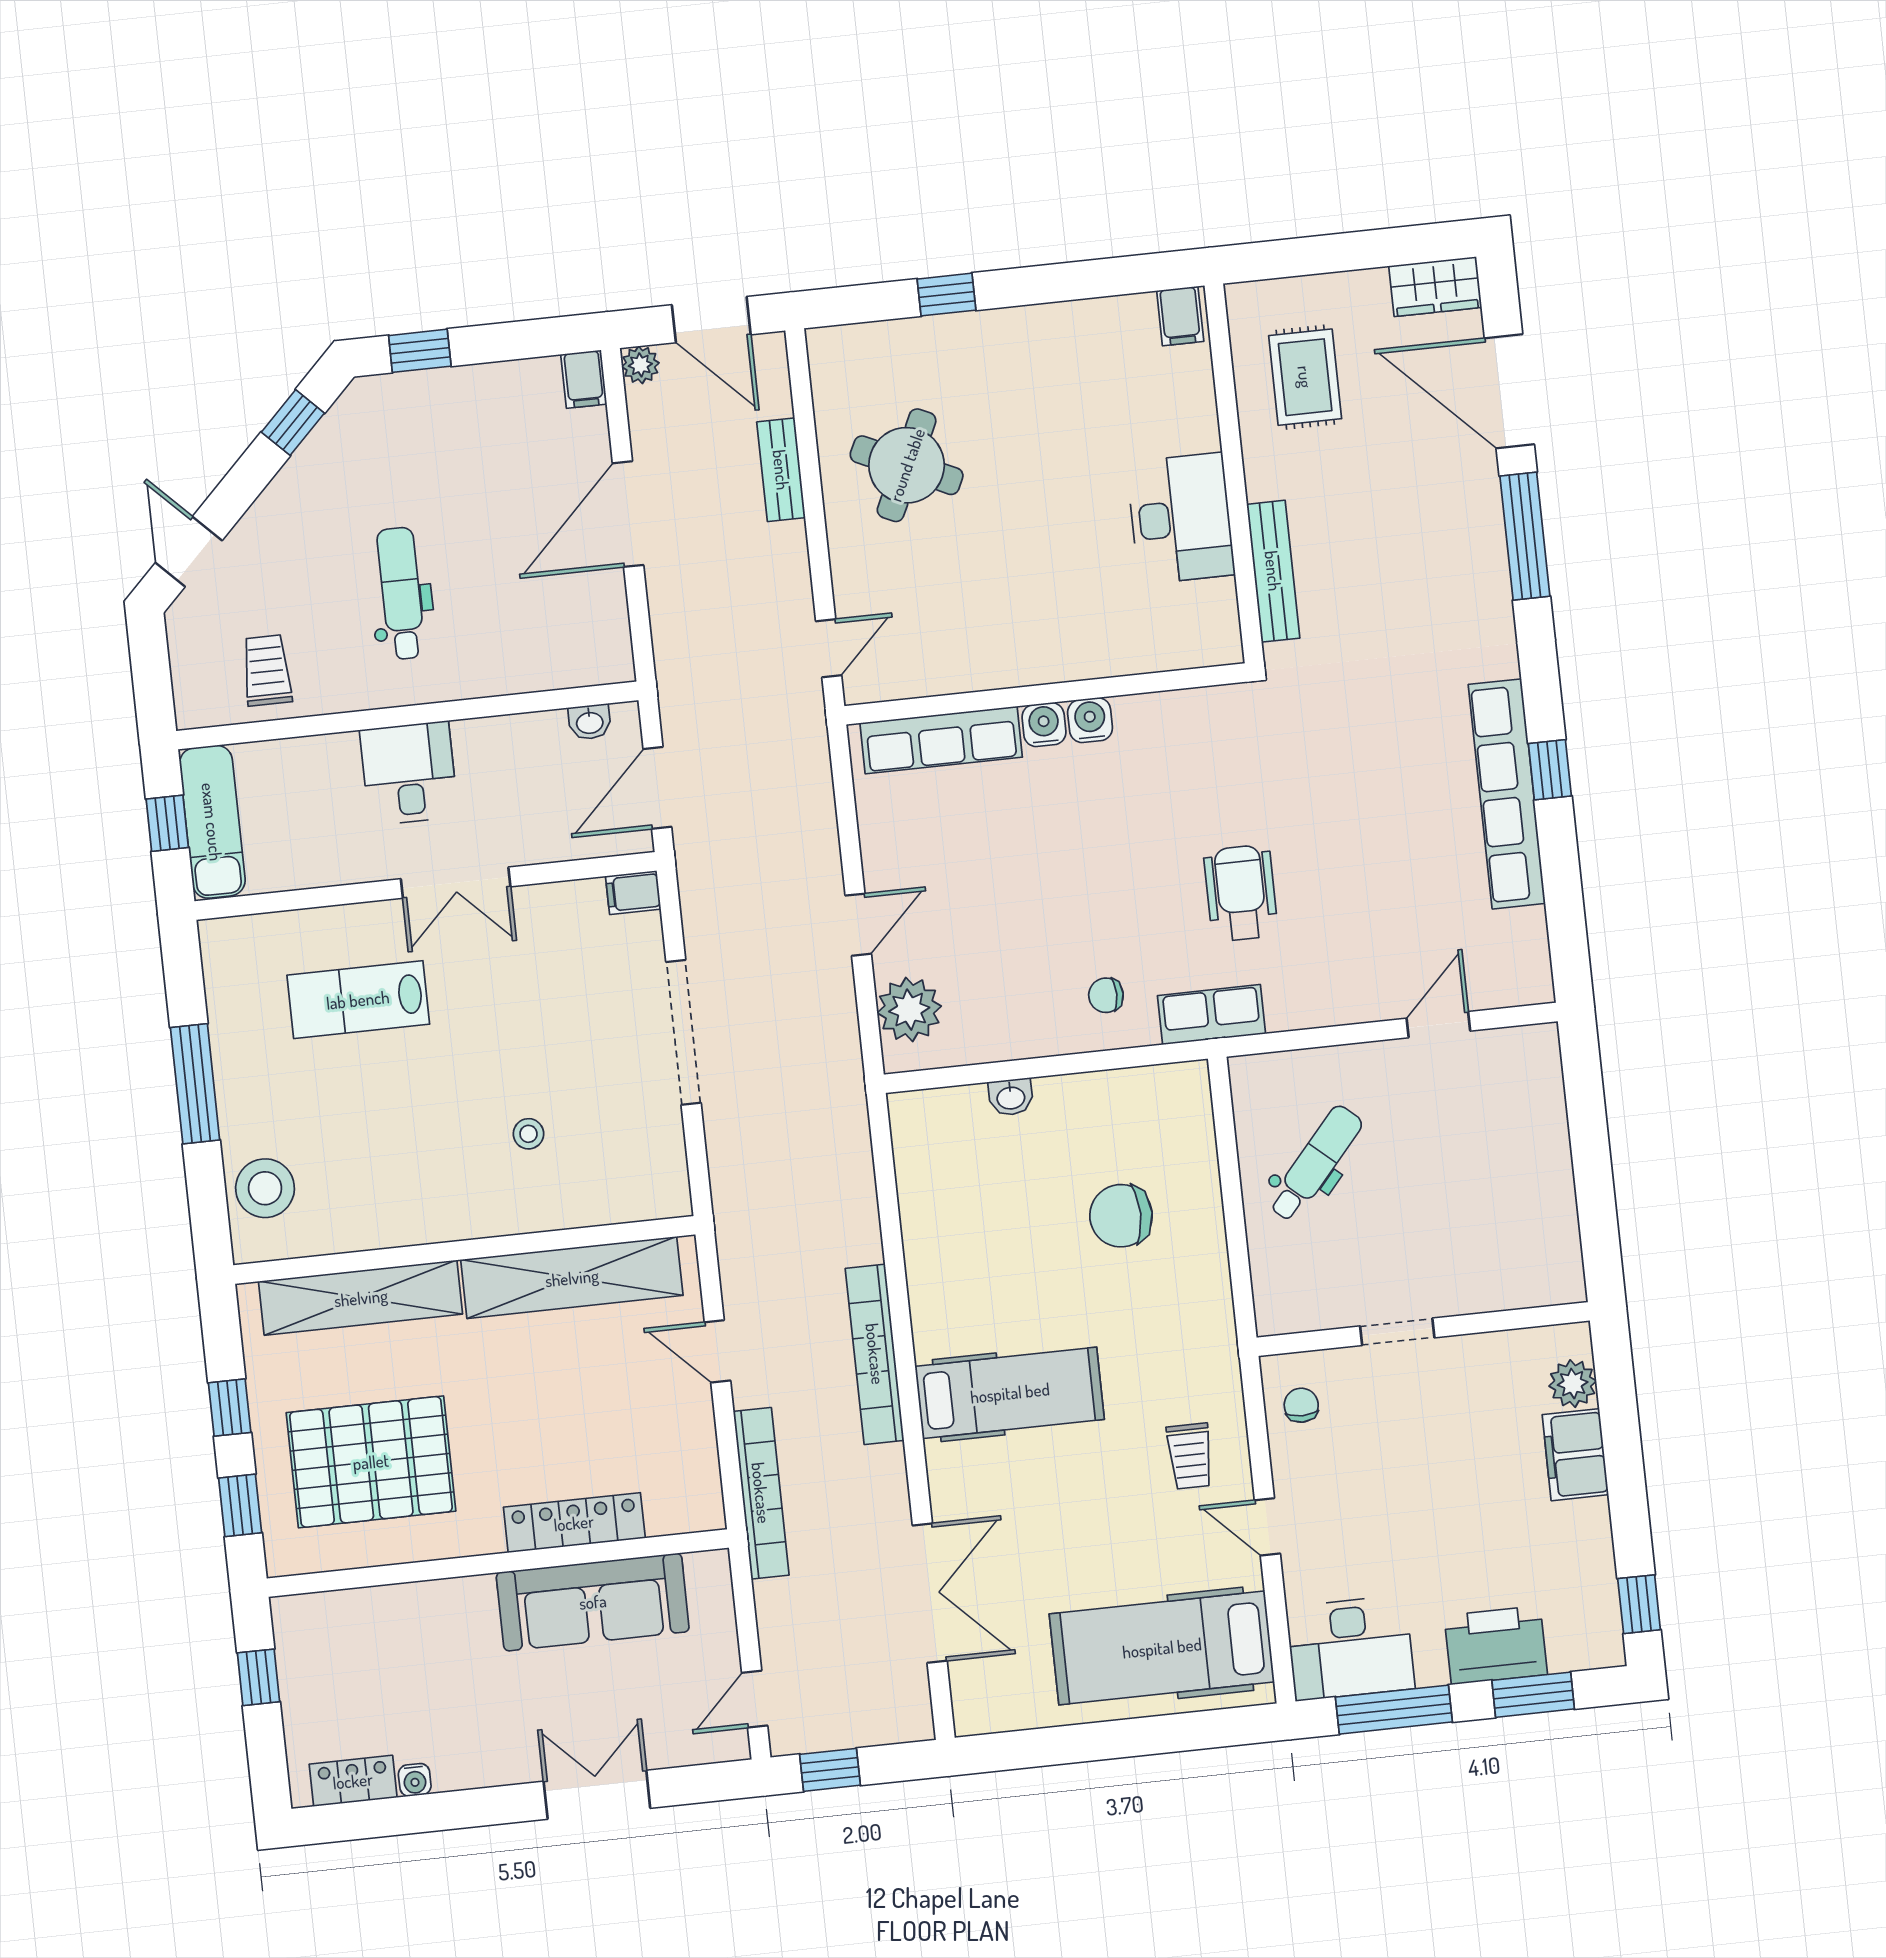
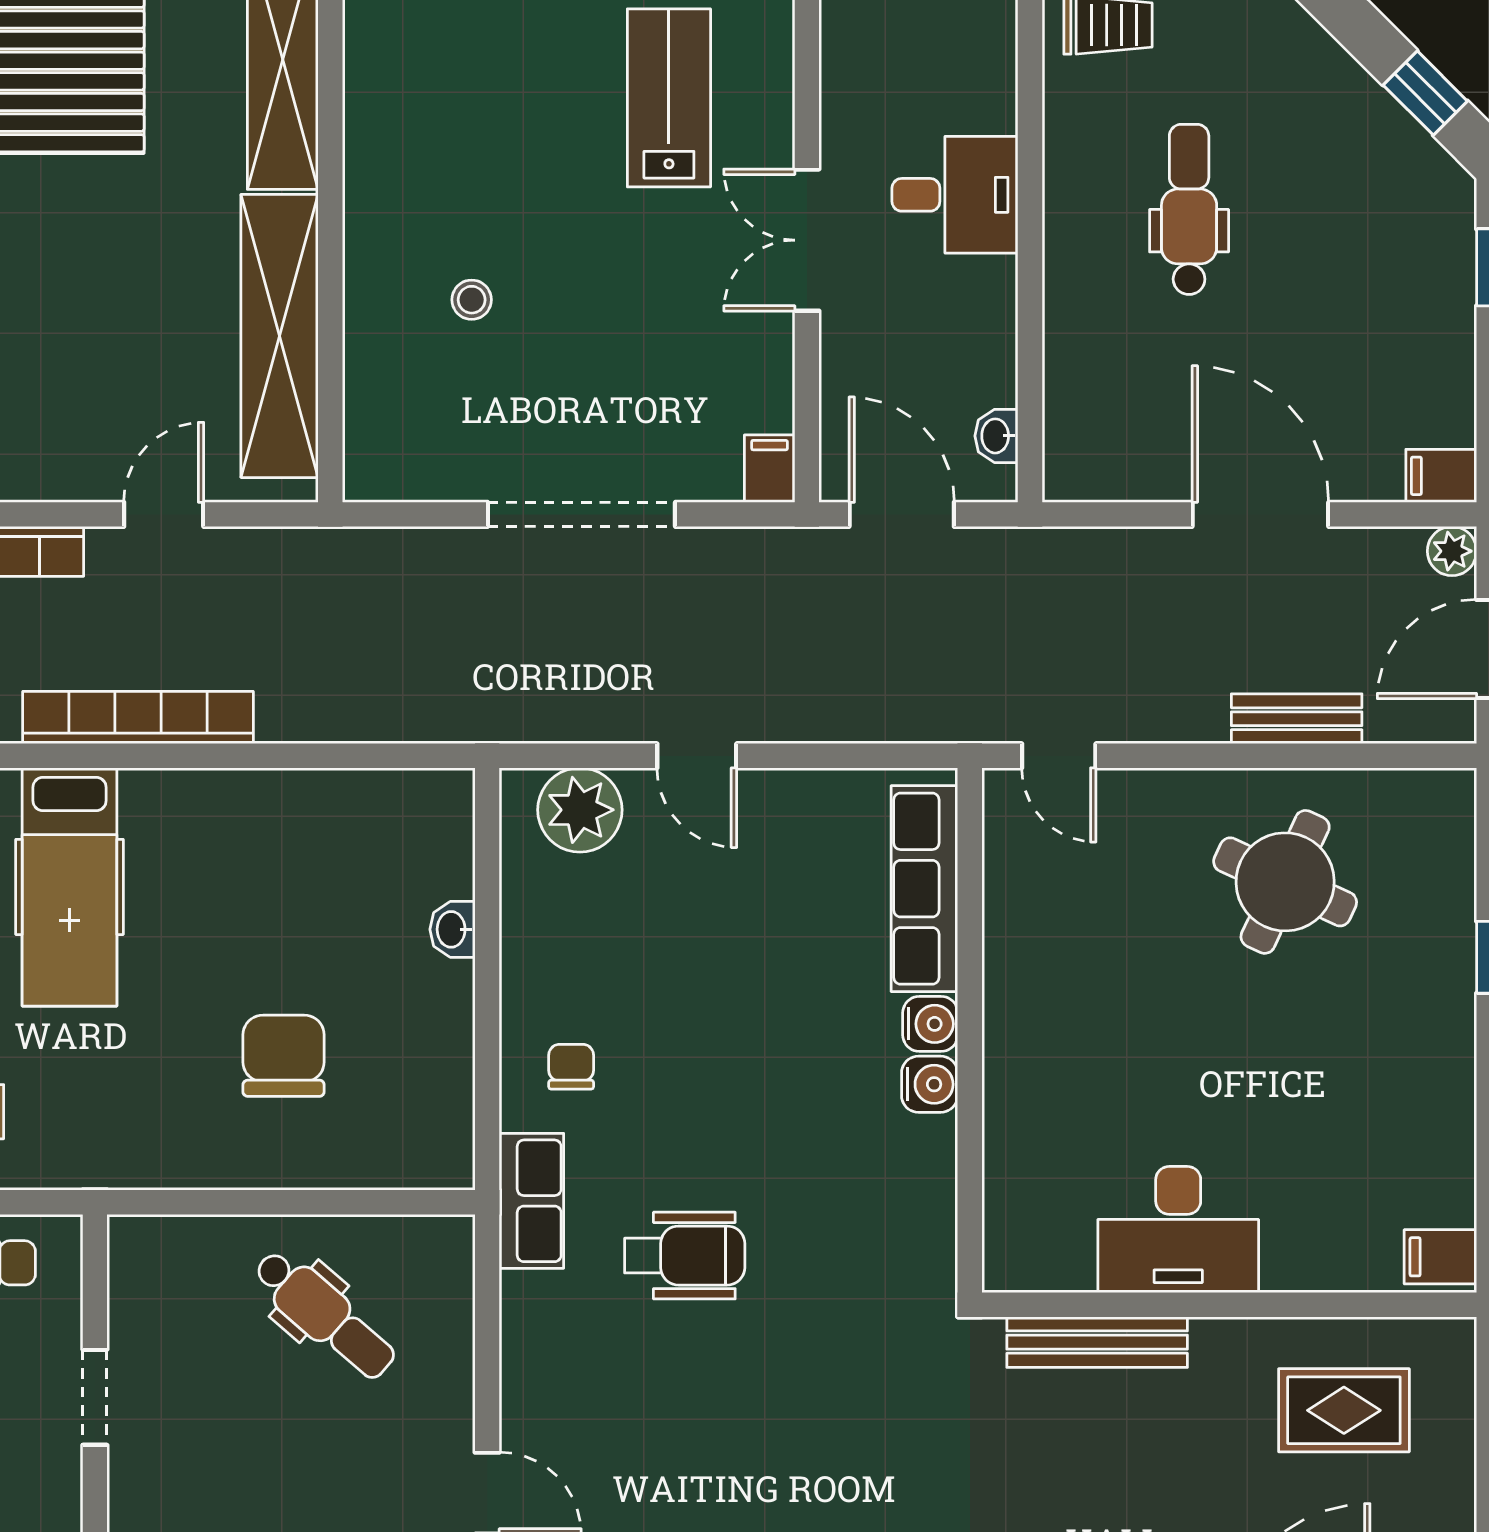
dental chair: (401, 593) -> (1189, 209), turned -90

